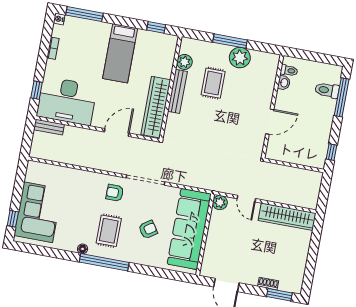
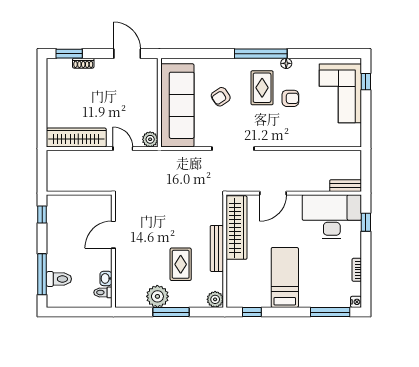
plant: (184, 62) -> (215, 299), moved
armchair: (115, 193) -> (290, 98), moved

